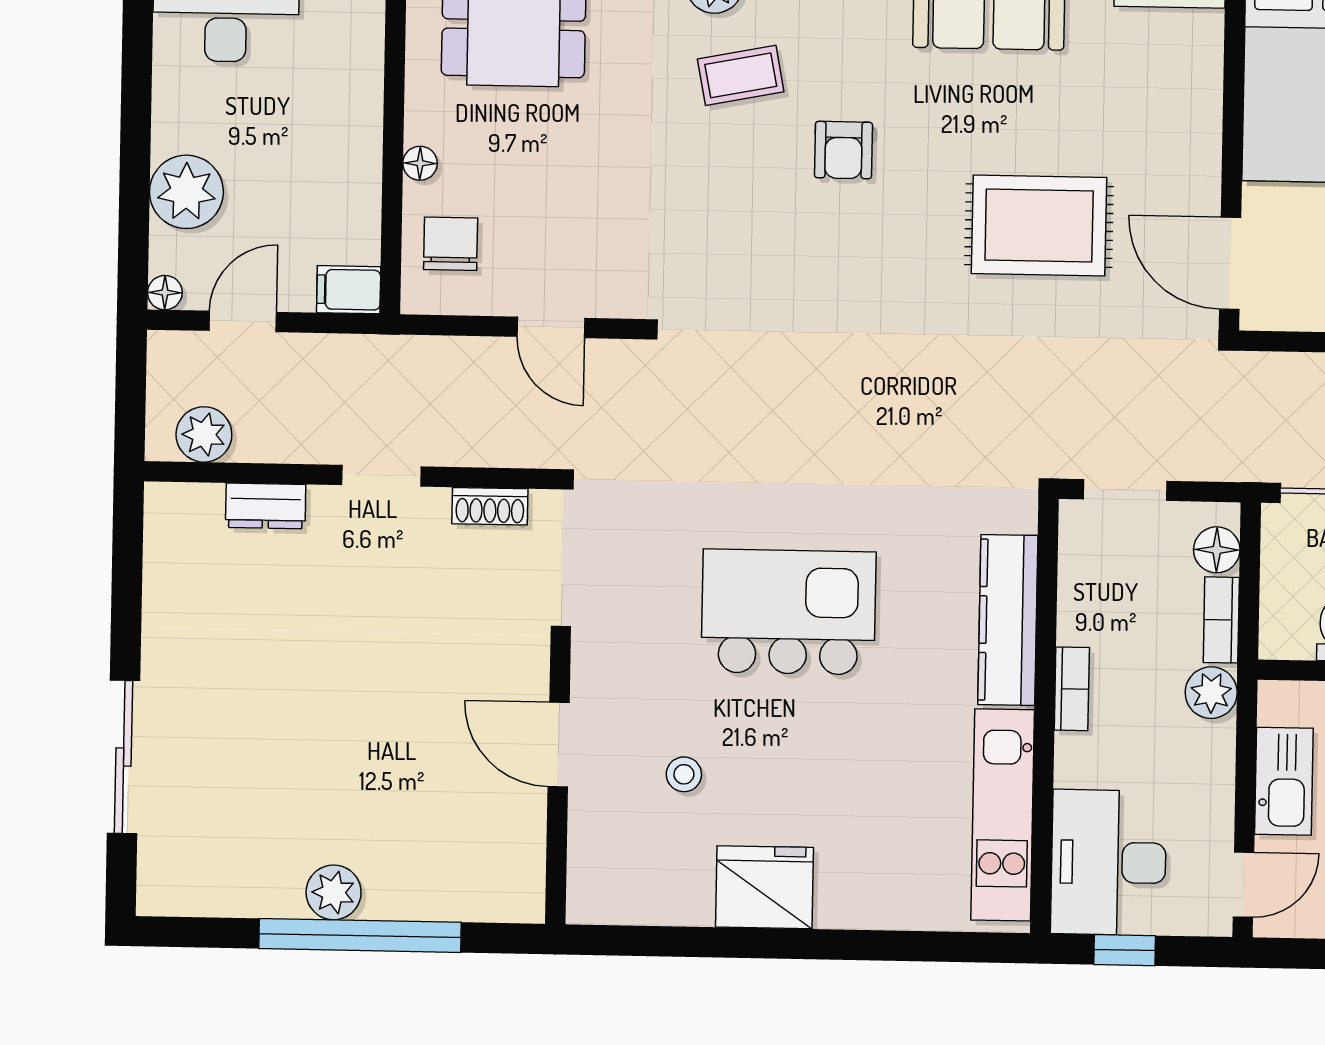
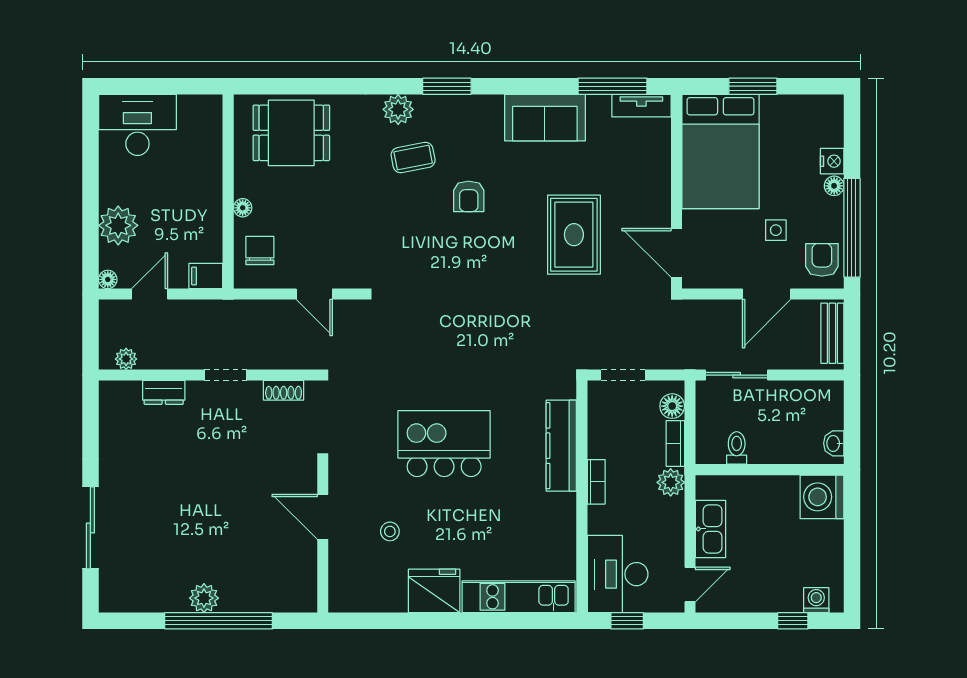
rug: (1039, 225) -> (574, 235), turned 90
plant: (204, 434) -> (126, 359), width x0.73, depth x0.73
kitchen unit: (1003, 815) -> (519, 597), moved, turned 90

